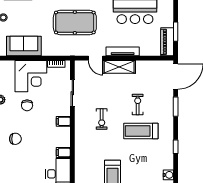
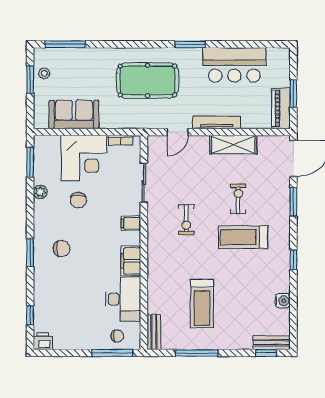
door: (96, 58) -> (177, 132), hinge flipped
shelving: (119, 67) -> (233, 145), moved
filing cabinet: (63, 152) -> (131, 261), width x2.00

